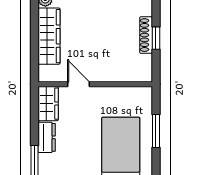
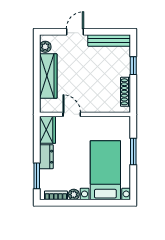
shoe rack: (146, 35) -> (126, 92), moved
window: (156, 38) -> (133, 66), moved

